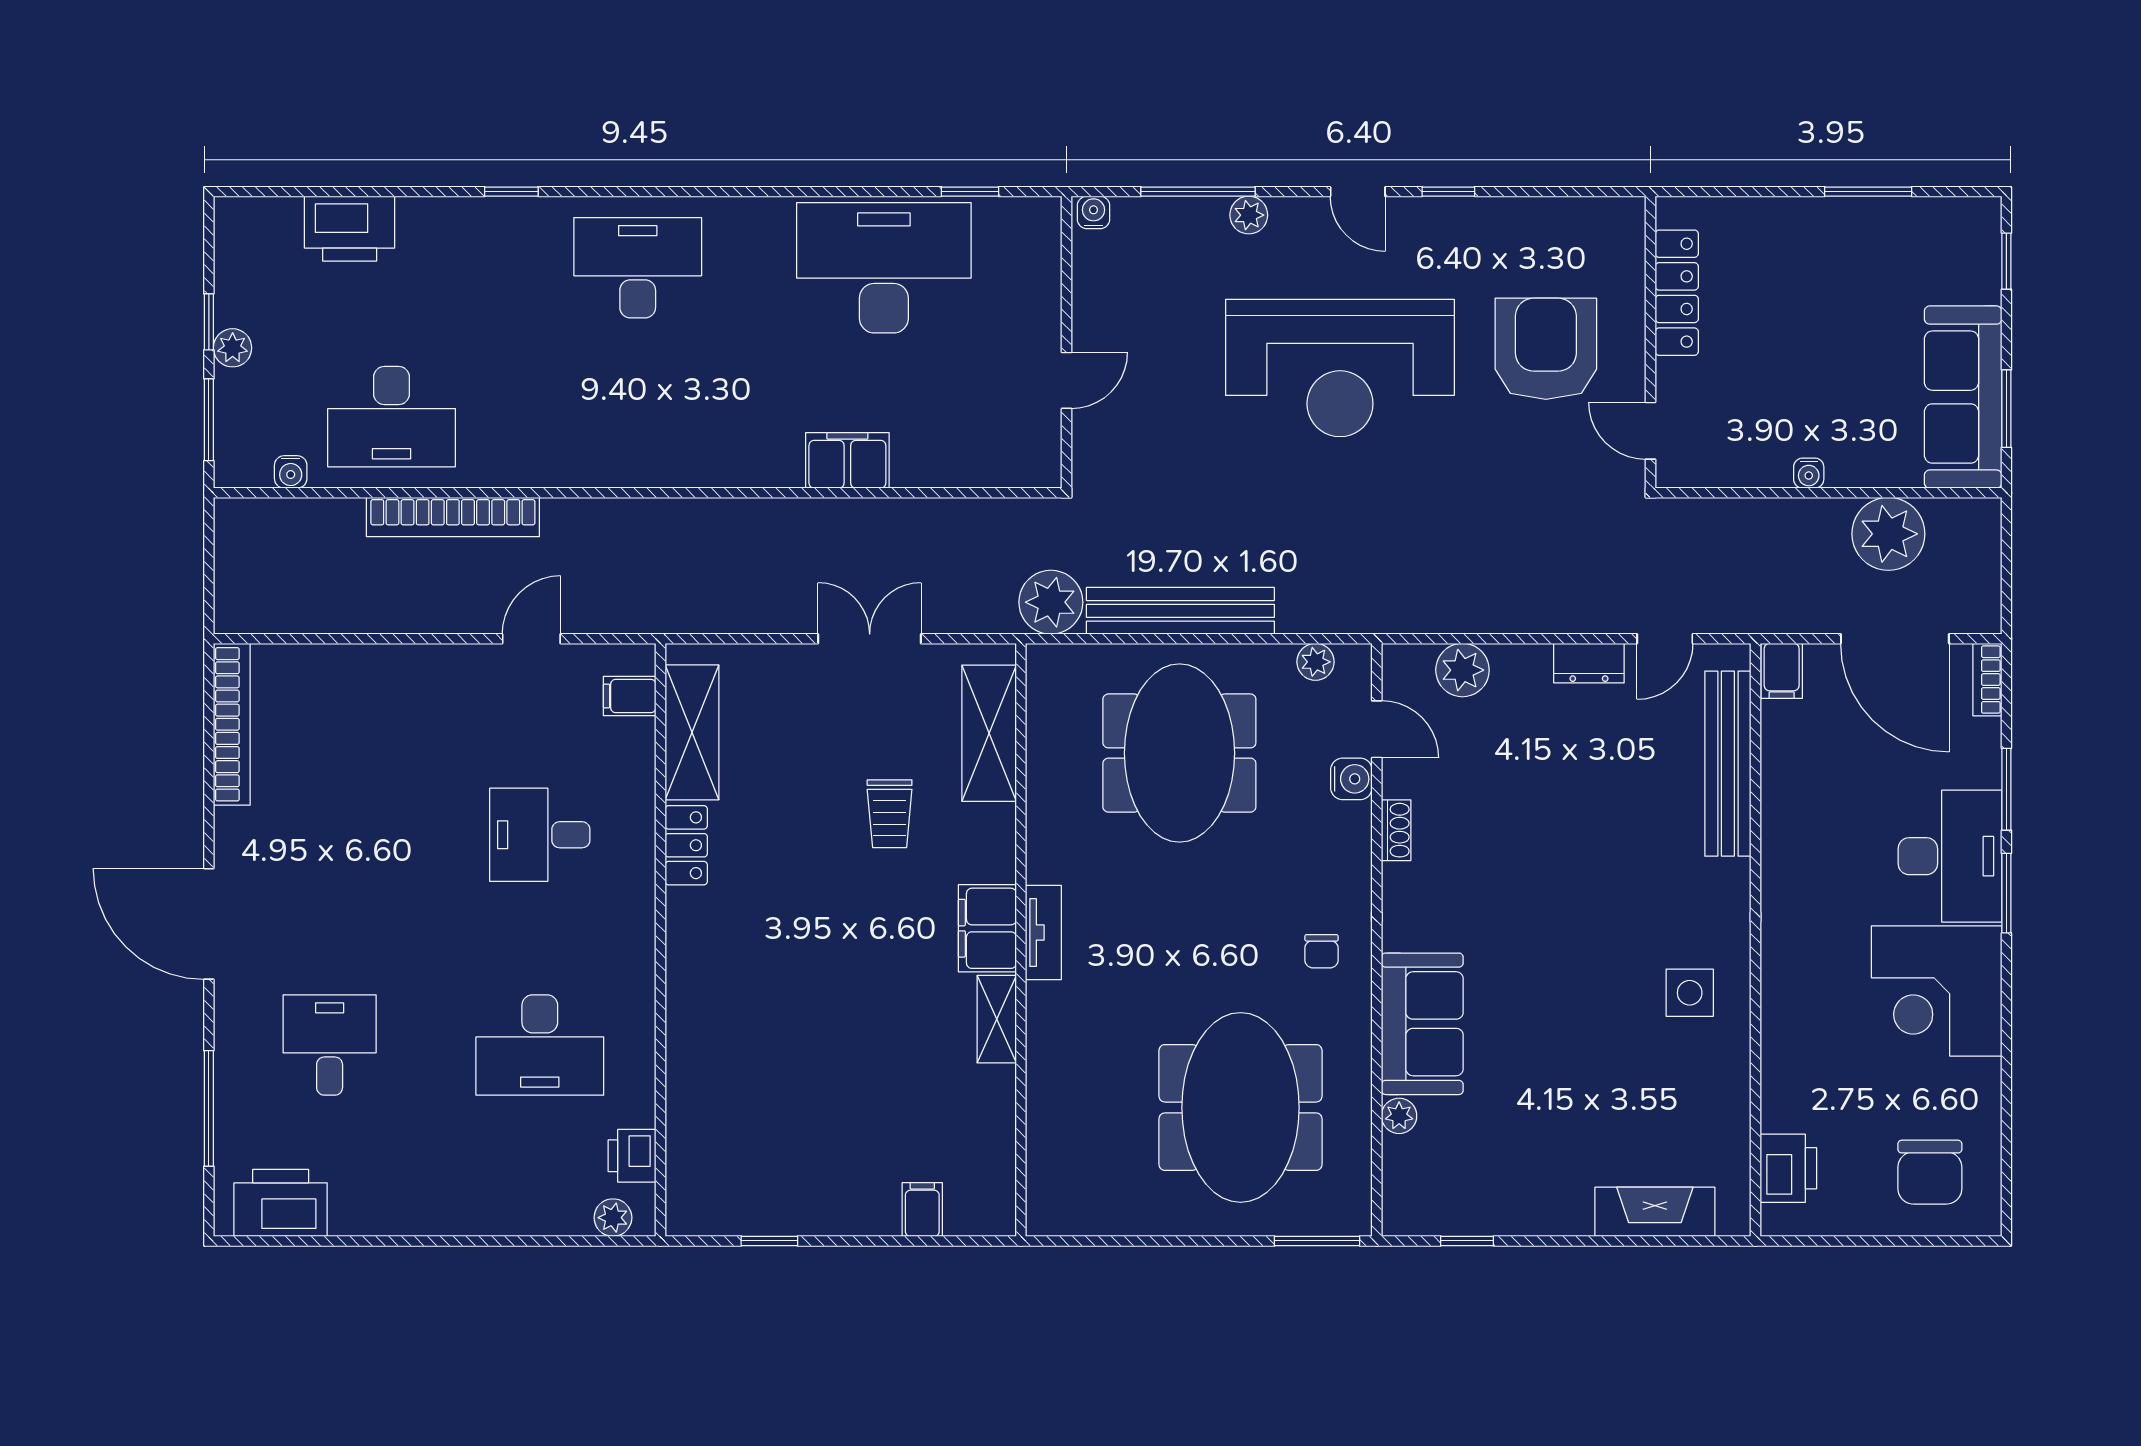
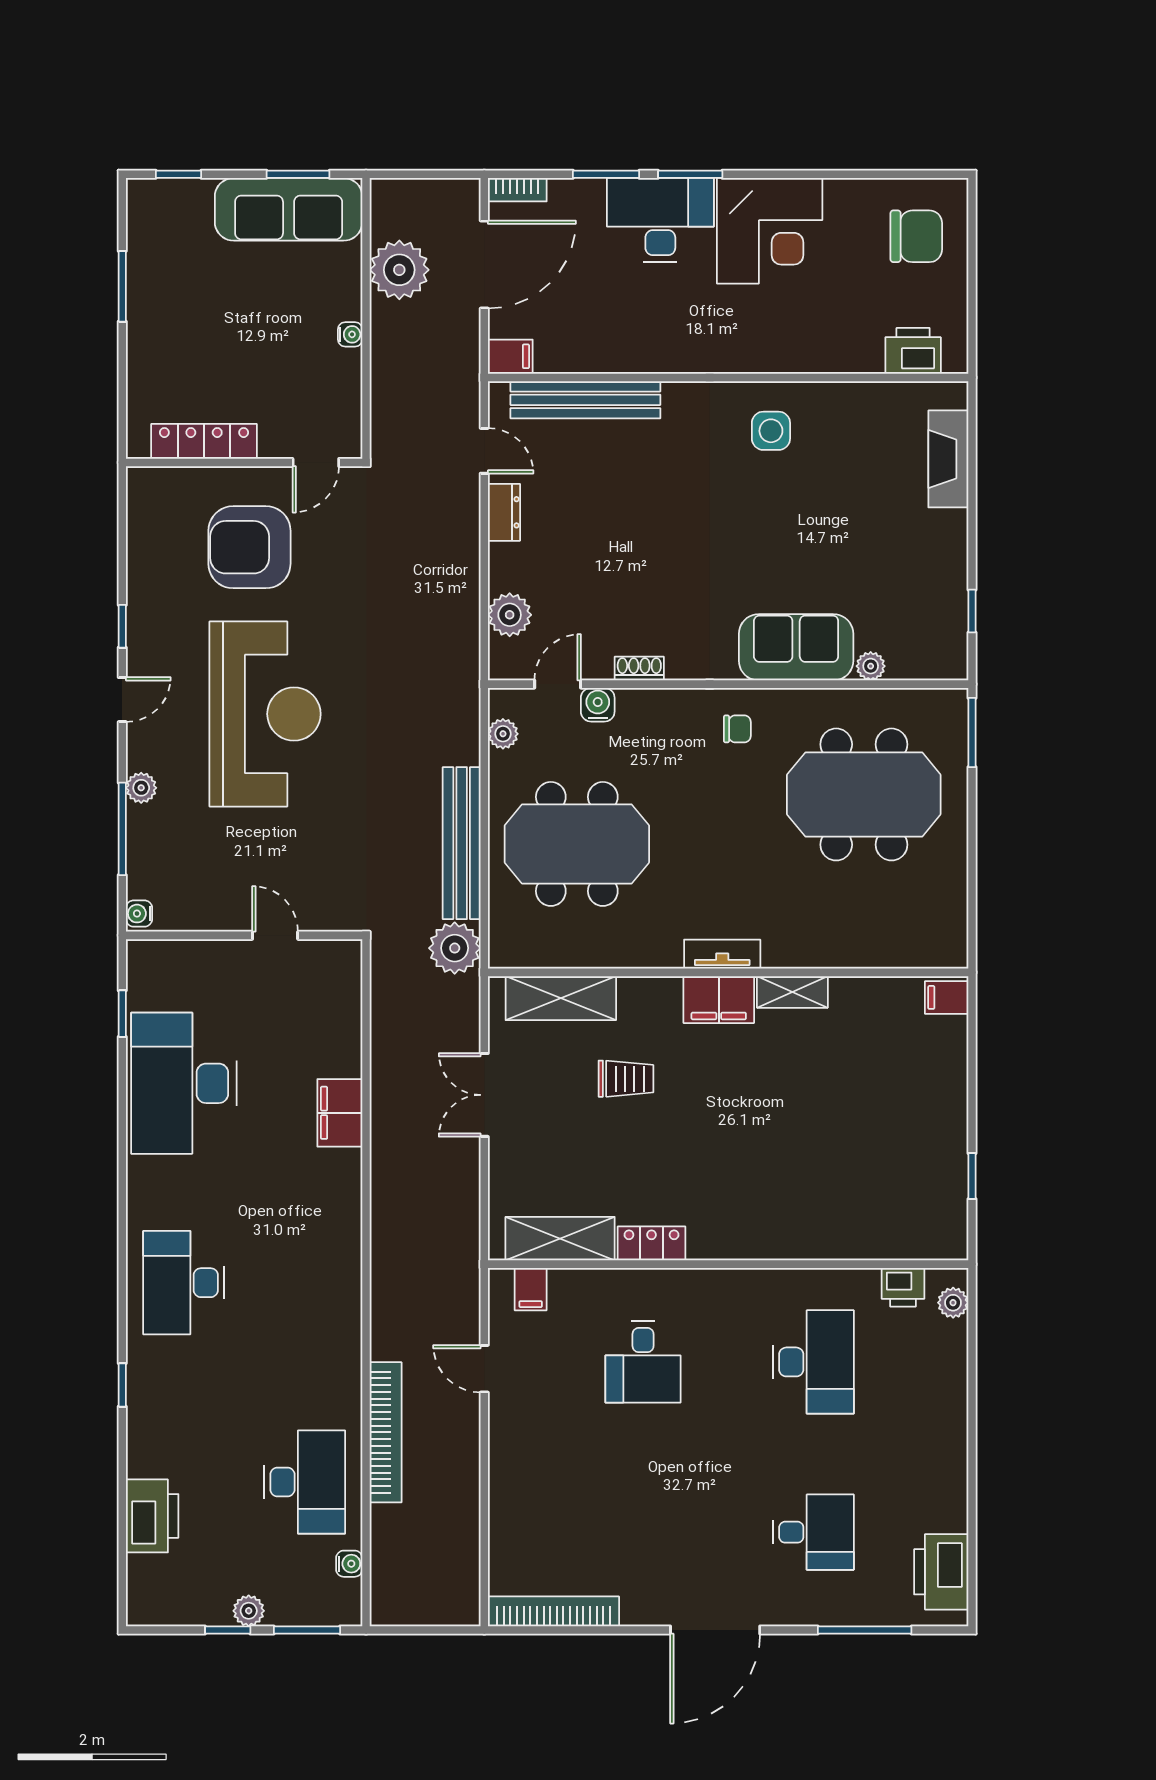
desk: (330, 1045) -> (813, 1532), turned 180
filing cabinet: (922, 1210) -> (947, 997), moved

